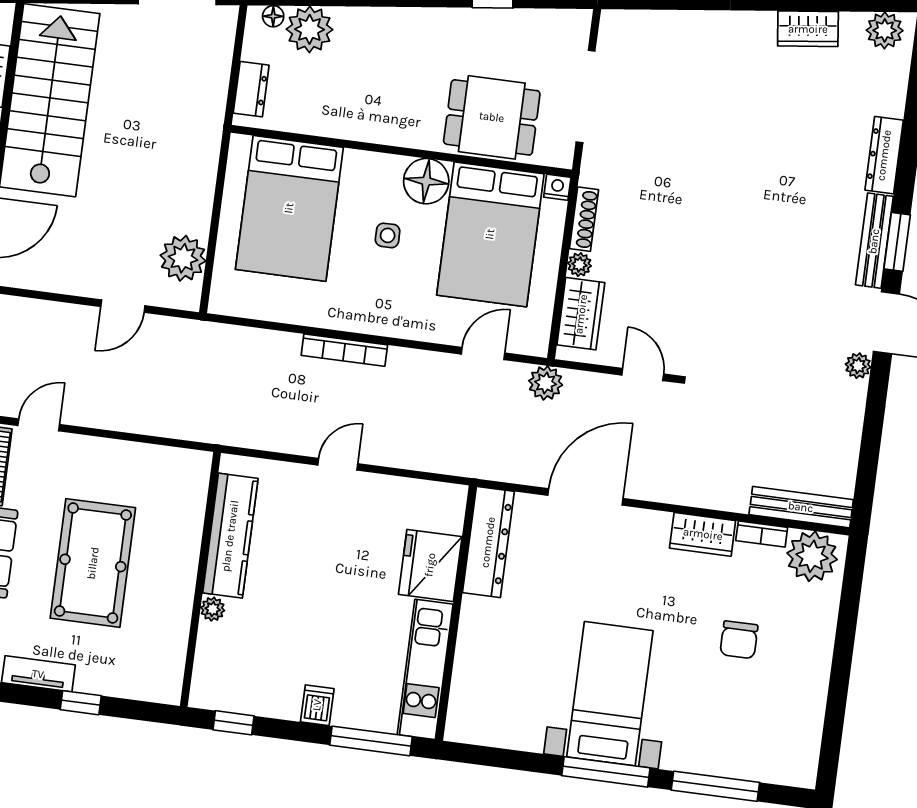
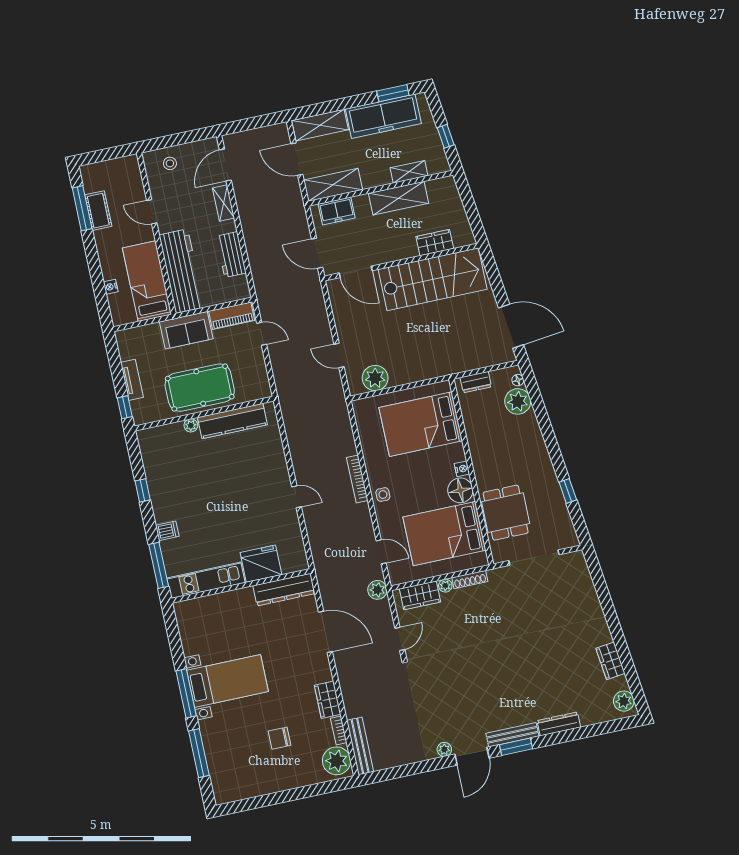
nightstand: (557, 187) -> (462, 469), moved
side table: (388, 235) -> (383, 495), moved
kitchen counter: (230, 536) -> (232, 421), moved
wall: (200, 579) -> (204, 414), moved
plant: (213, 609) -> (191, 425), moved

